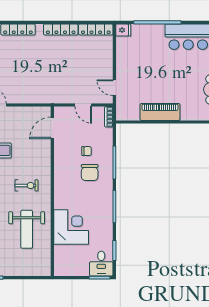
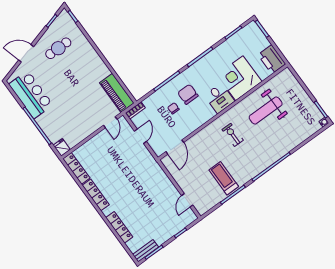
piano: (160, 112) -> (117, 93), moved
door: (52, 128) -> (175, 147), hinge flipped
chair: (90, 172) -> (188, 94), turned -90
weight bench: (27, 229) -> (266, 111), turned 180
desk: (101, 264) -> (219, 98), moved, turned 90
printer: (67, 267) -> (272, 59), added

